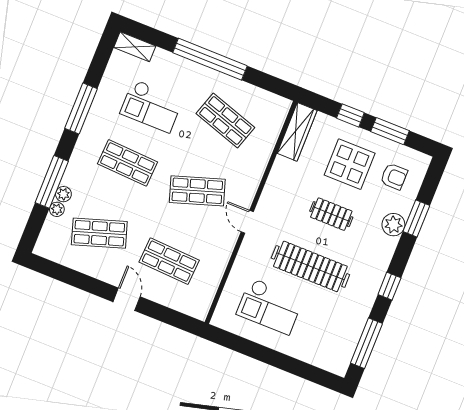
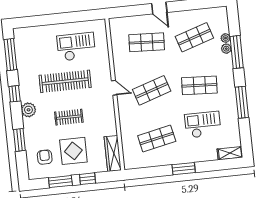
window: (210, 59) -> (184, 169), width x0.47
shop shelf: (225, 121) -> (157, 138), turned -30
armchair: (394, 177) -> (45, 157), turned 90
plant: (393, 225) -> (28, 110), moved

